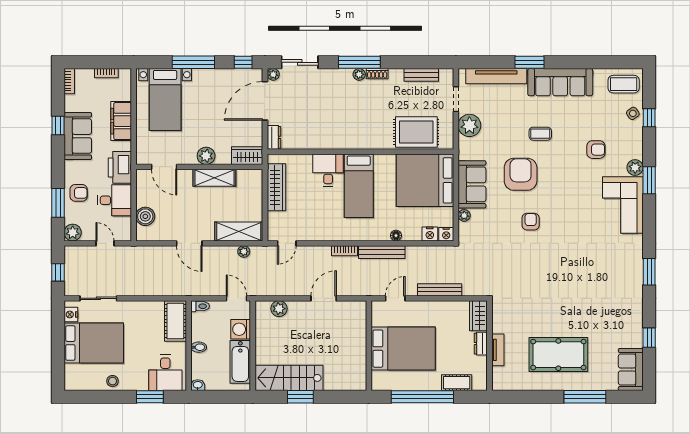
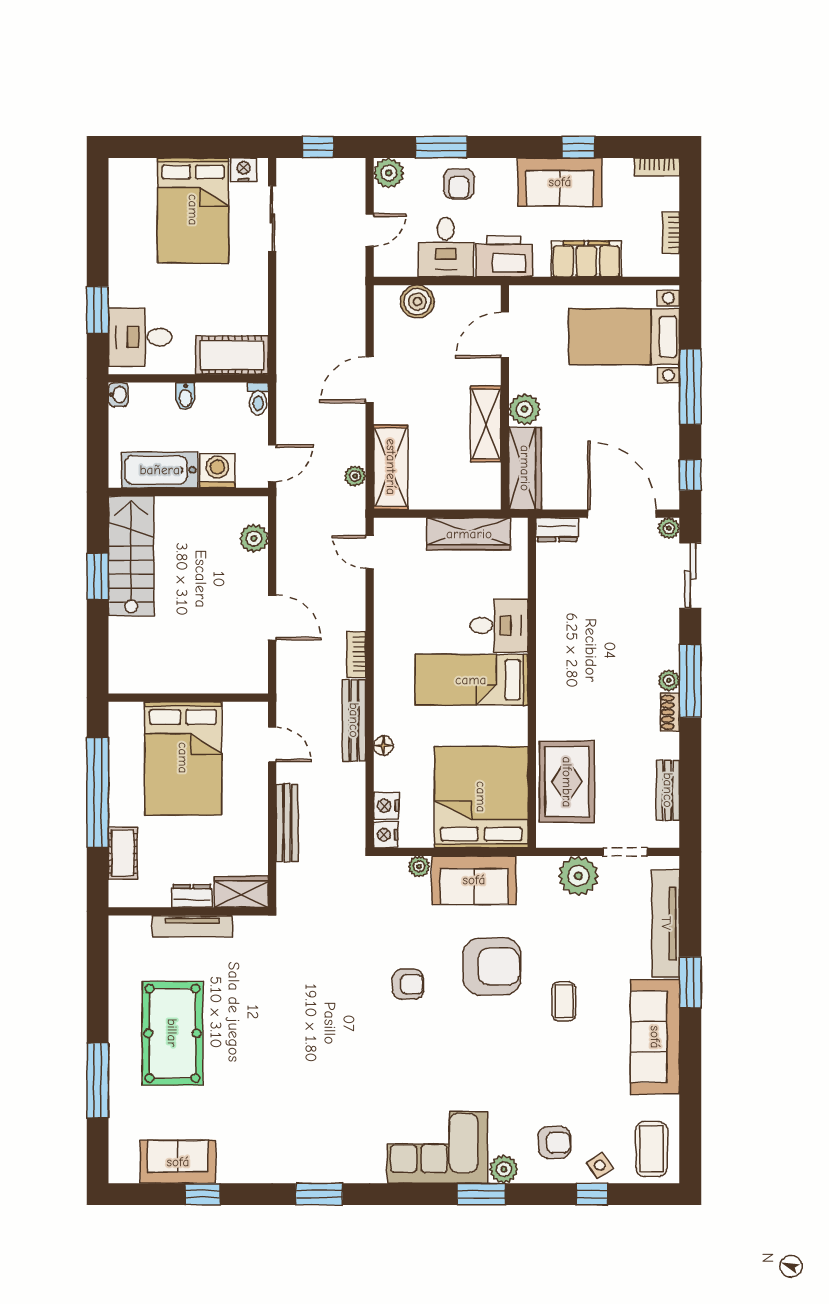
armchair: (596, 150) -> (554, 1143), moved, turned -90
wardrobe: (247, 156) -> (525, 468), width x1.50
tv unit: (498, 350) -> (192, 926), width x1.41
sofa: (631, 370) -> (178, 1162), moved
stool: (113, 381) -> (126, 244), removed

